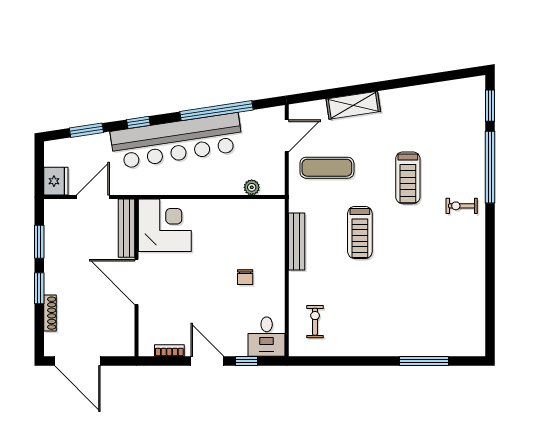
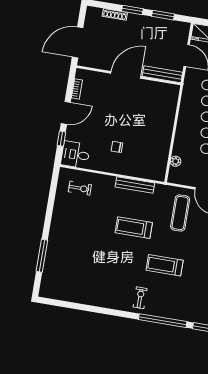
corner desk: (165, 225) -> (160, 100), removed
door: (77, 361) -> (78, 42), moved

